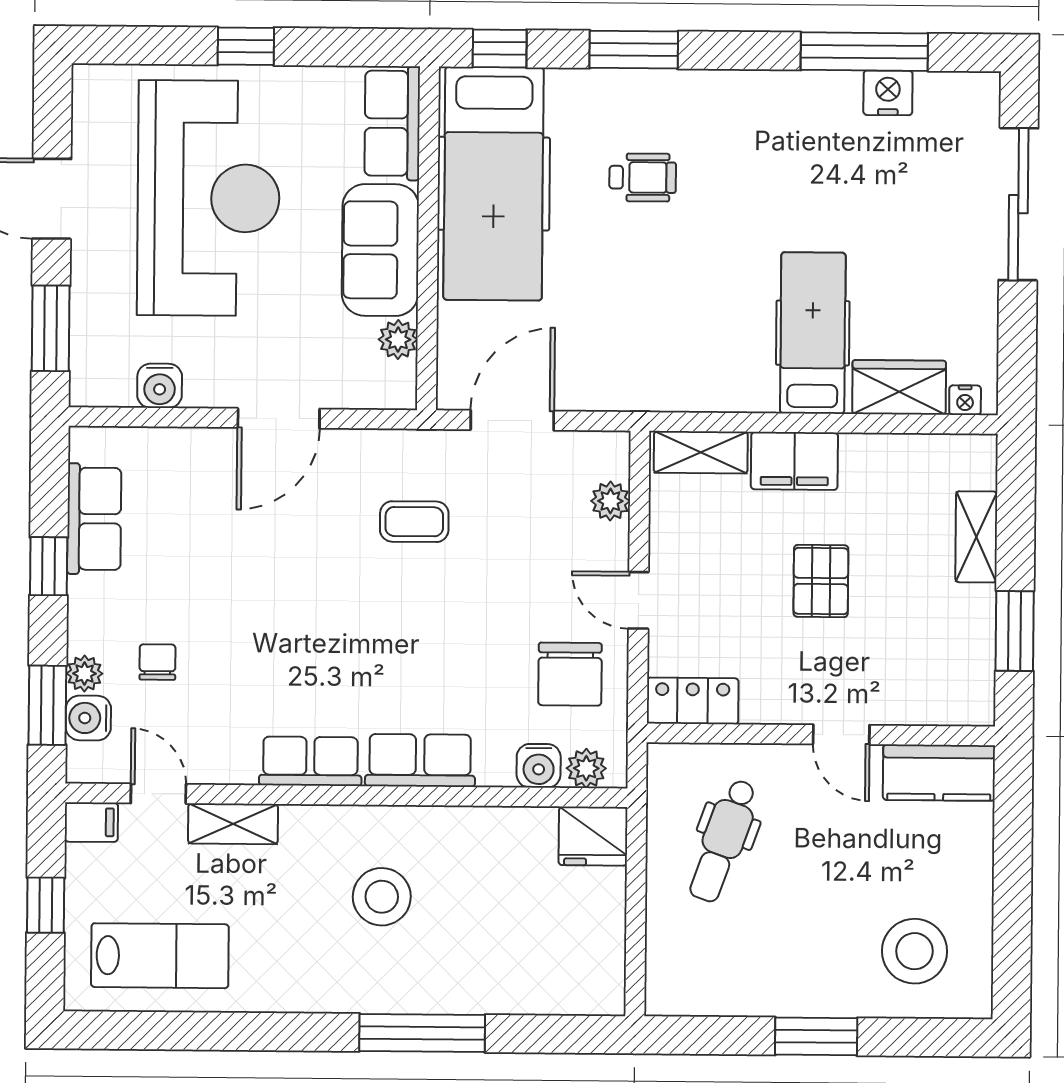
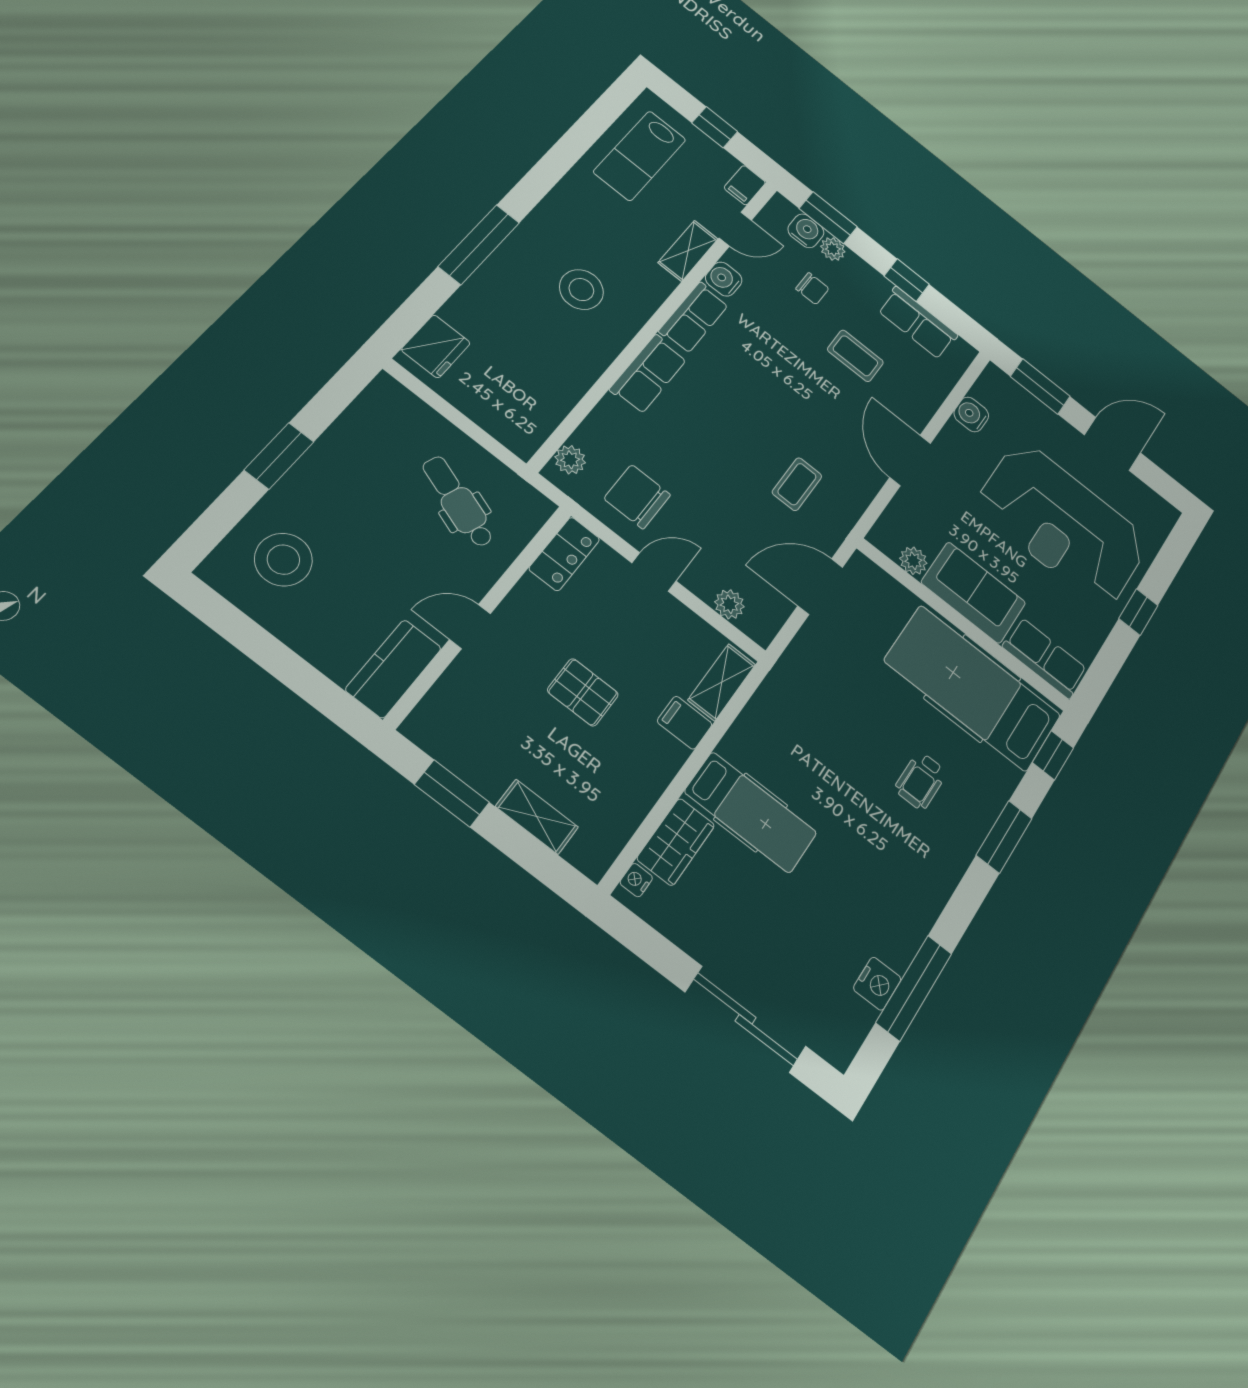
door: (512, 420) -> (820, 587), swing flipped
filing cabinet: (794, 461) -> (685, 723), width x0.50
coffee table: (201, 561) -> (855, 356), added
water cooler: (539, 766) -> (724, 279), moved
fridge: (593, 836) -> (436, 346), moved, turned 180

